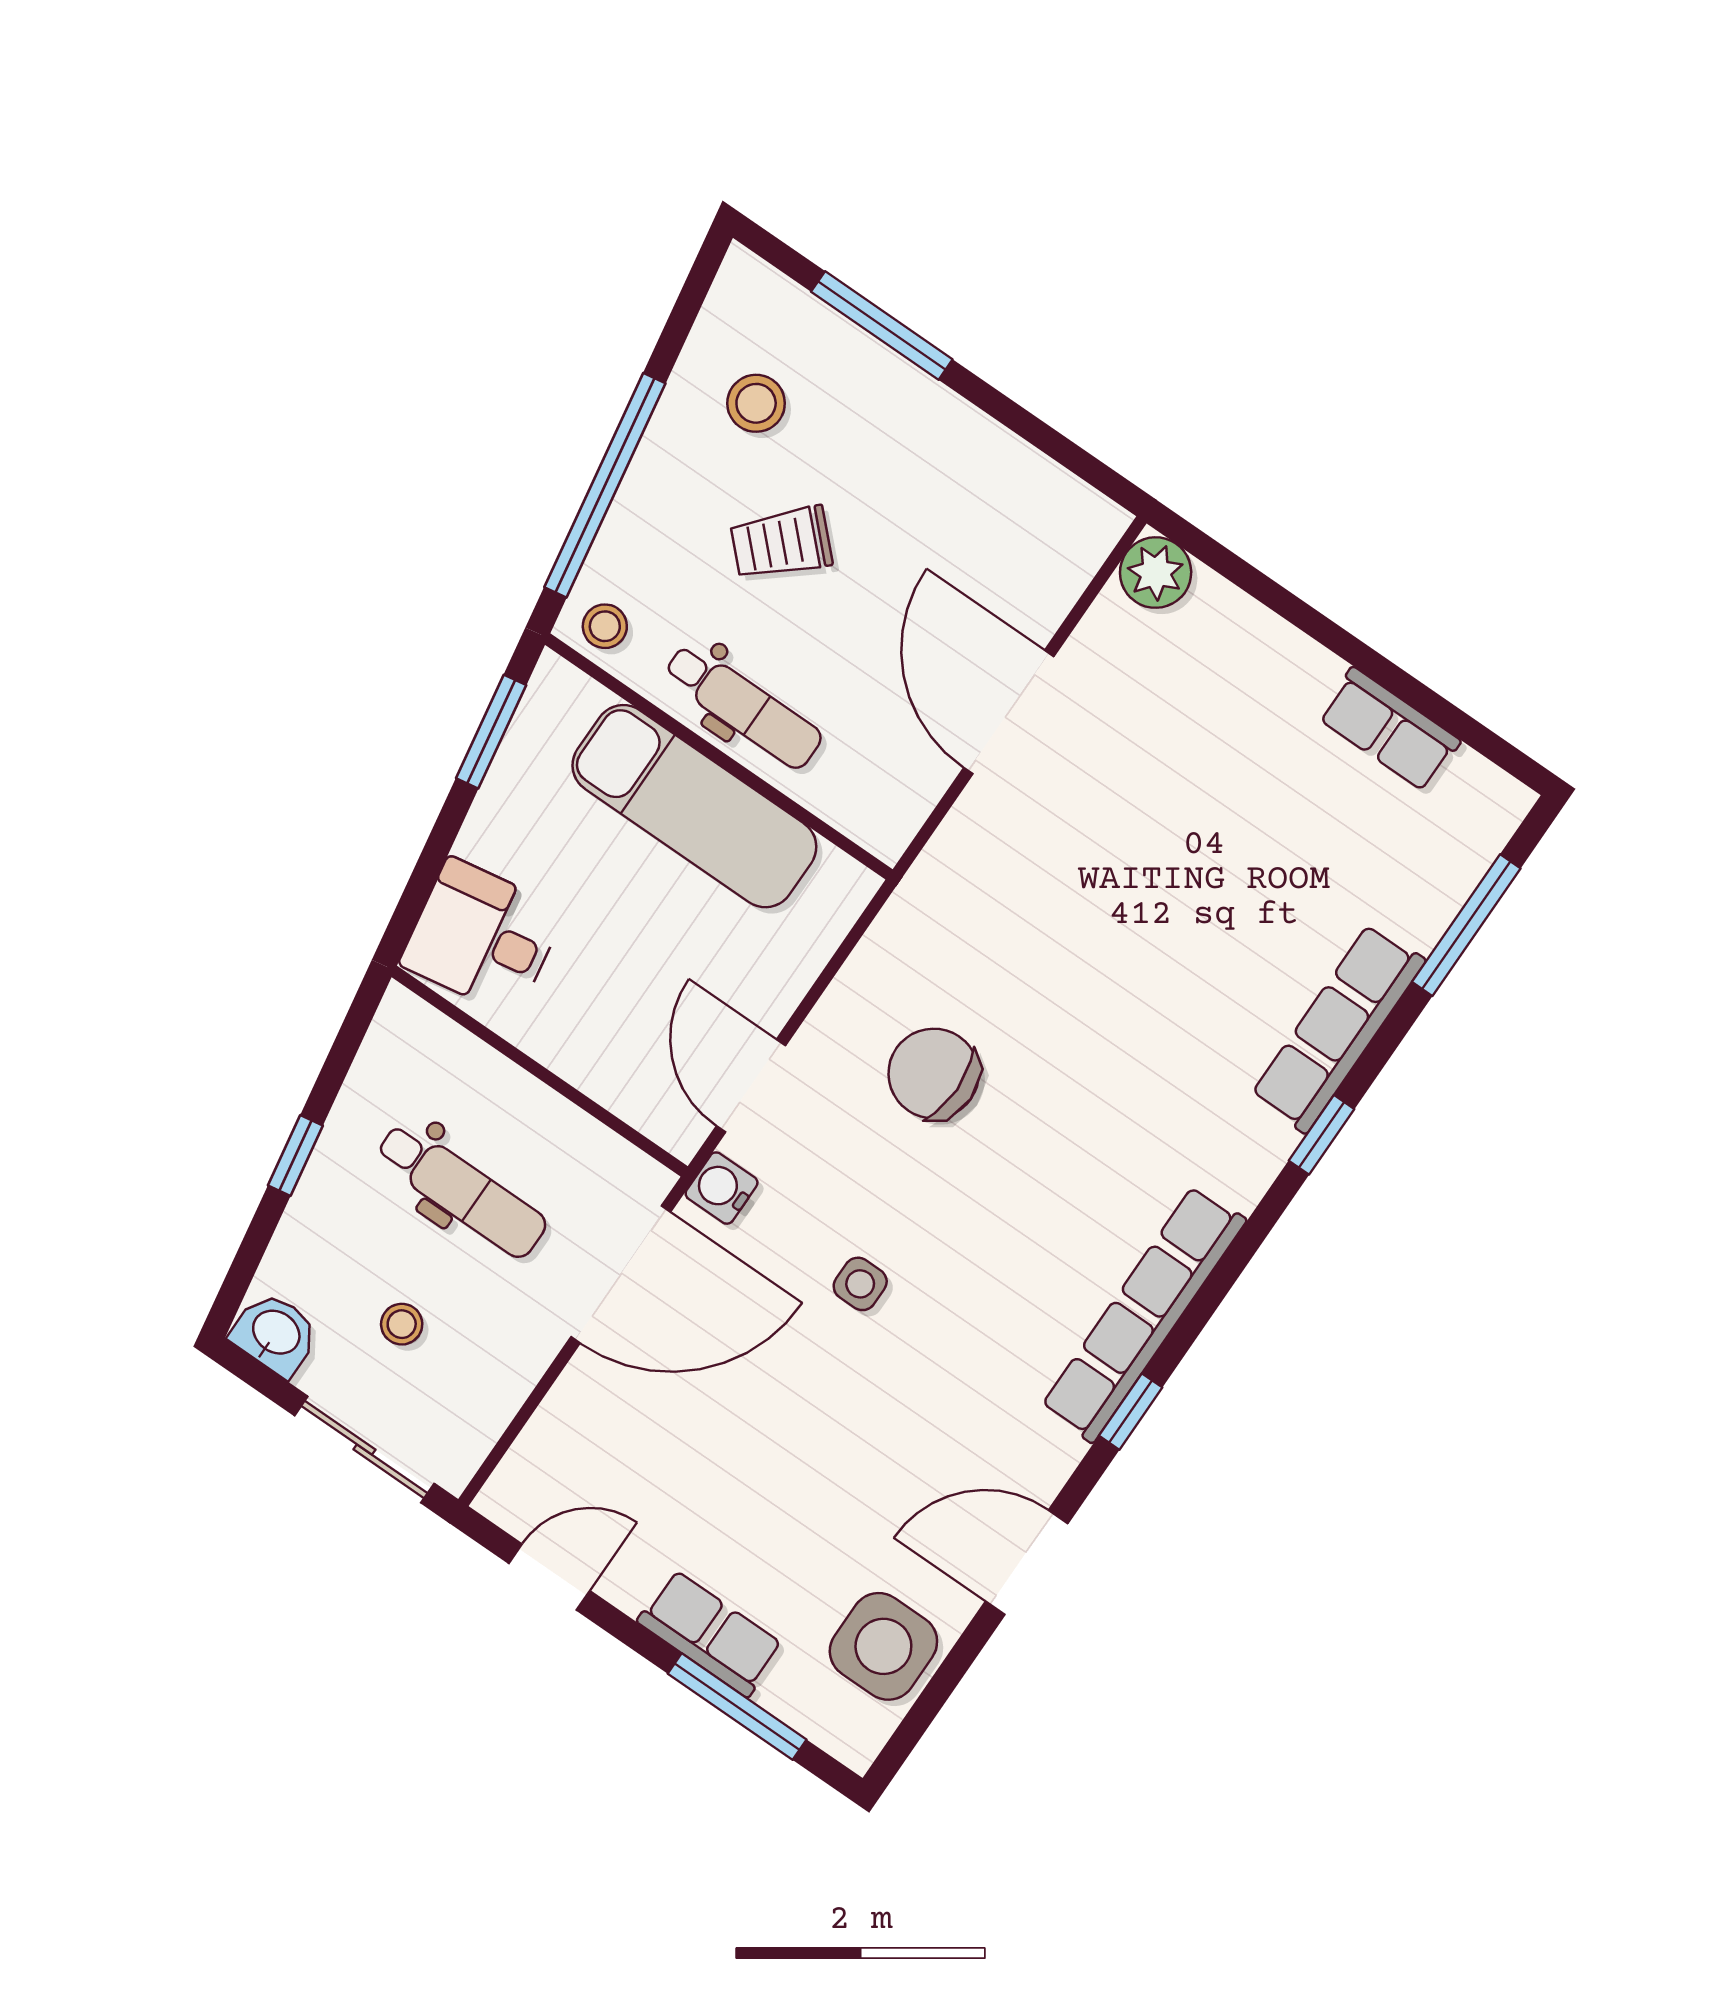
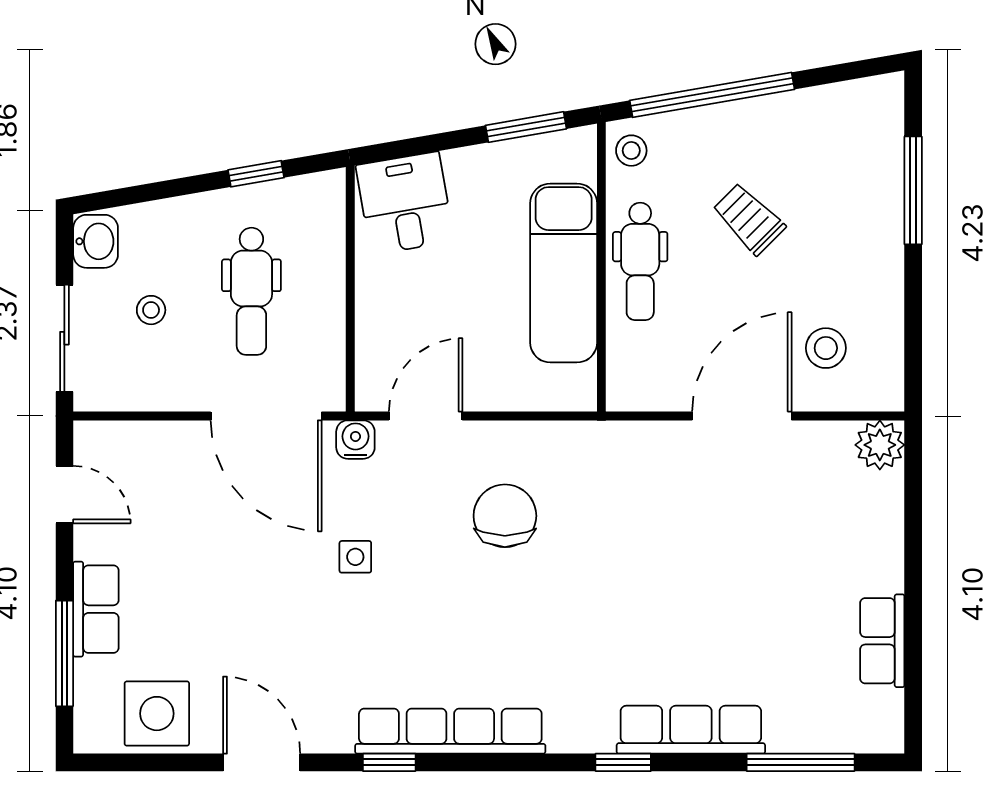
stool: (756, 403) -> (826, 348), moved
window: (295, 1156) -> (256, 174), moved

